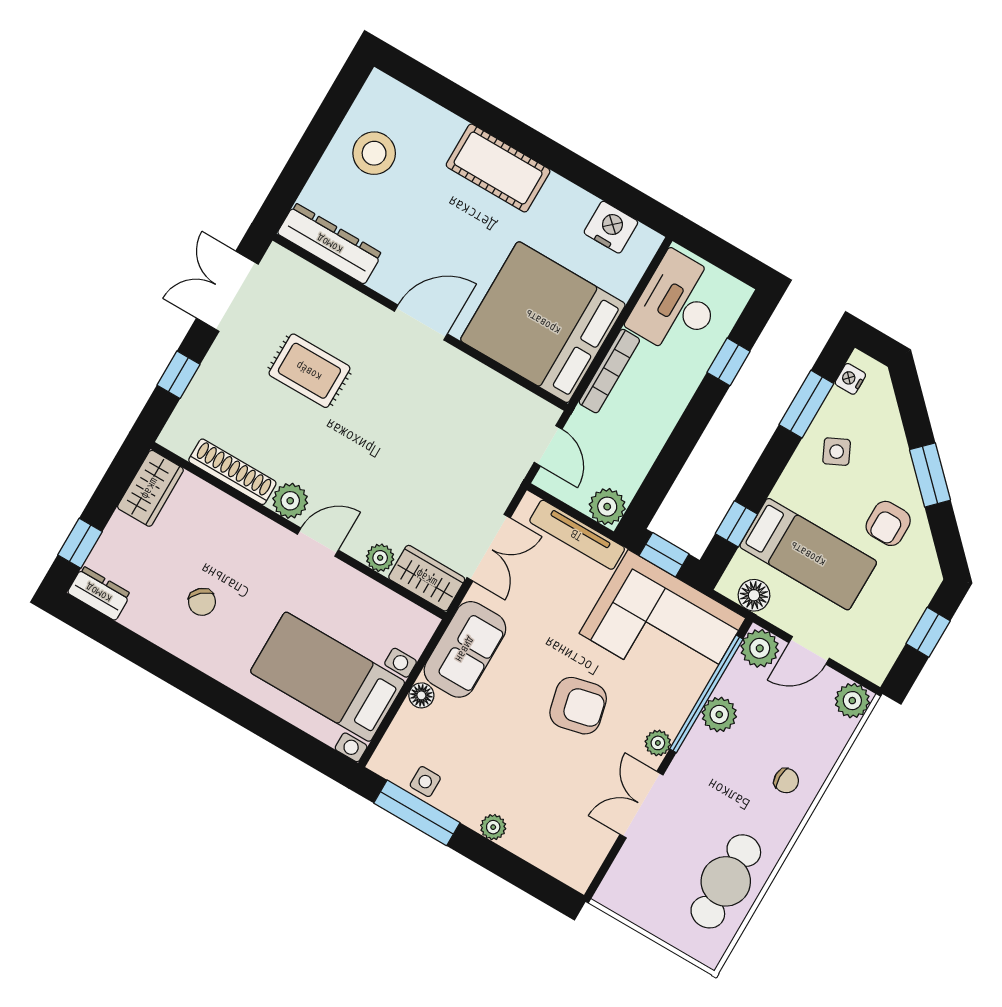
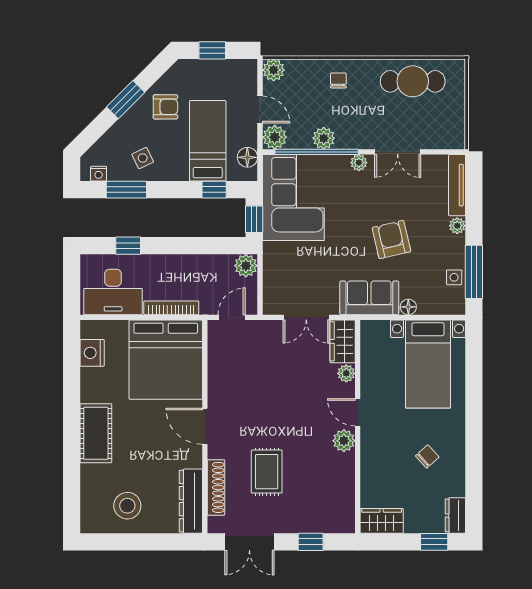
shoe rack: (232, 472) -> (216, 487), moved, turned 180
tv unit: (577, 535) -> (457, 185), moved, turned 180
double door: (489, 548) -> (306, 317), swing flipped
armchair: (578, 706) -> (391, 240), moved

